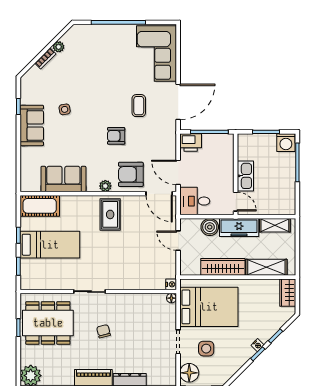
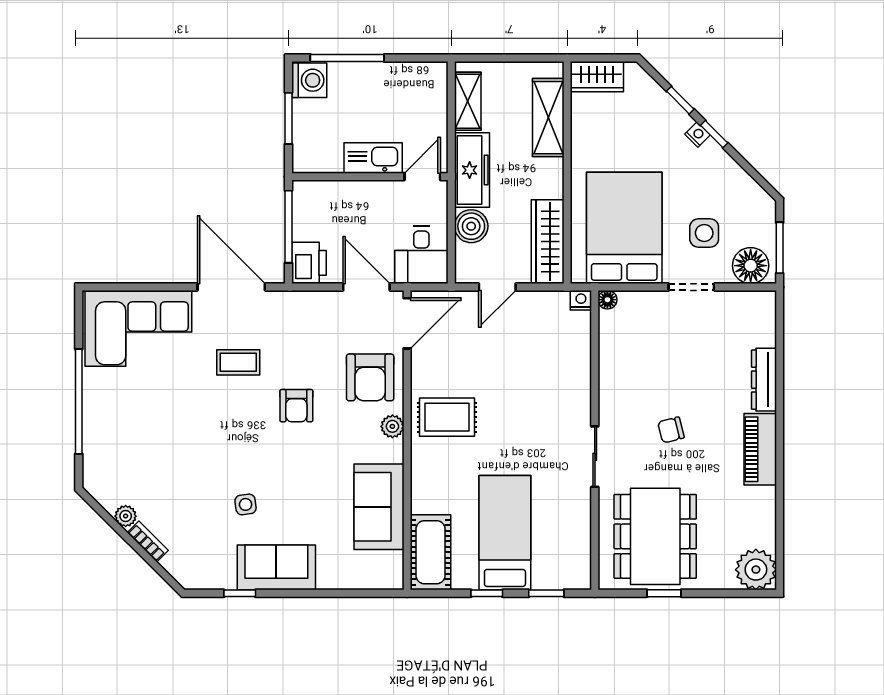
door: (178, 172) -> (366, 287), swing flipped
wardrobe: (223, 267) -> (548, 242), moved

